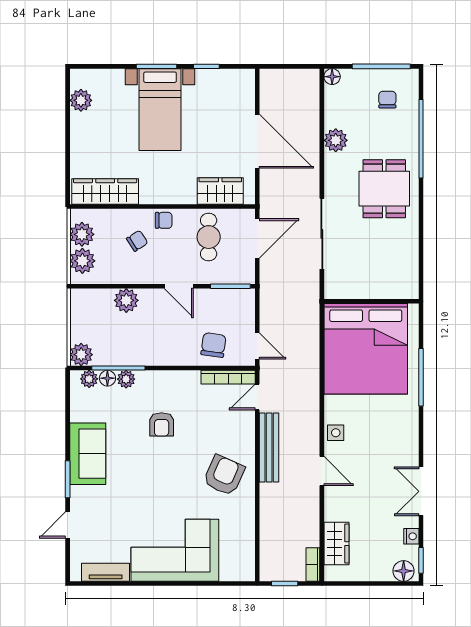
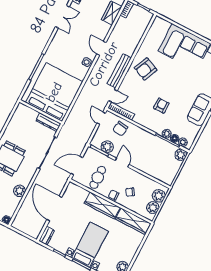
dresser: (245, 86) -> (47, 236), added
wardrobe: (220, 191) -> (102, 205), moved, width x1.50
dresser: (348, 290) -> (48, 122), added
plant: (126, 300) -> (107, 147), moved

